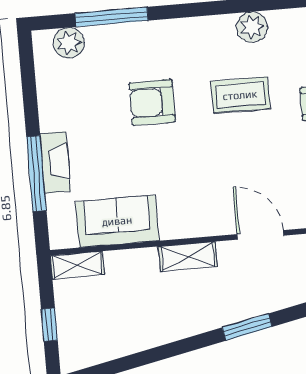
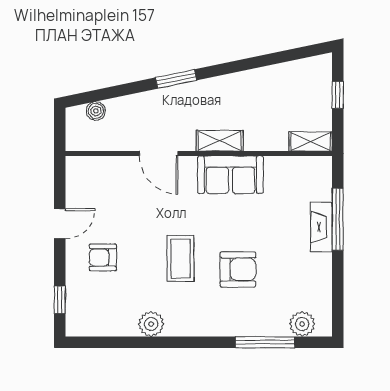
coffee table: (240, 95) -> (181, 258), moved, turned 90
sofa: (117, 221) -> (230, 175), moved

